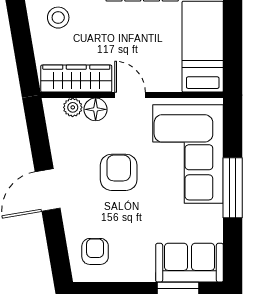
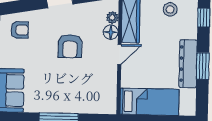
corner sofa: (188, 154) -> (81, 91), removed
armchair: (119, 172) -> (70, 46), turned 90

